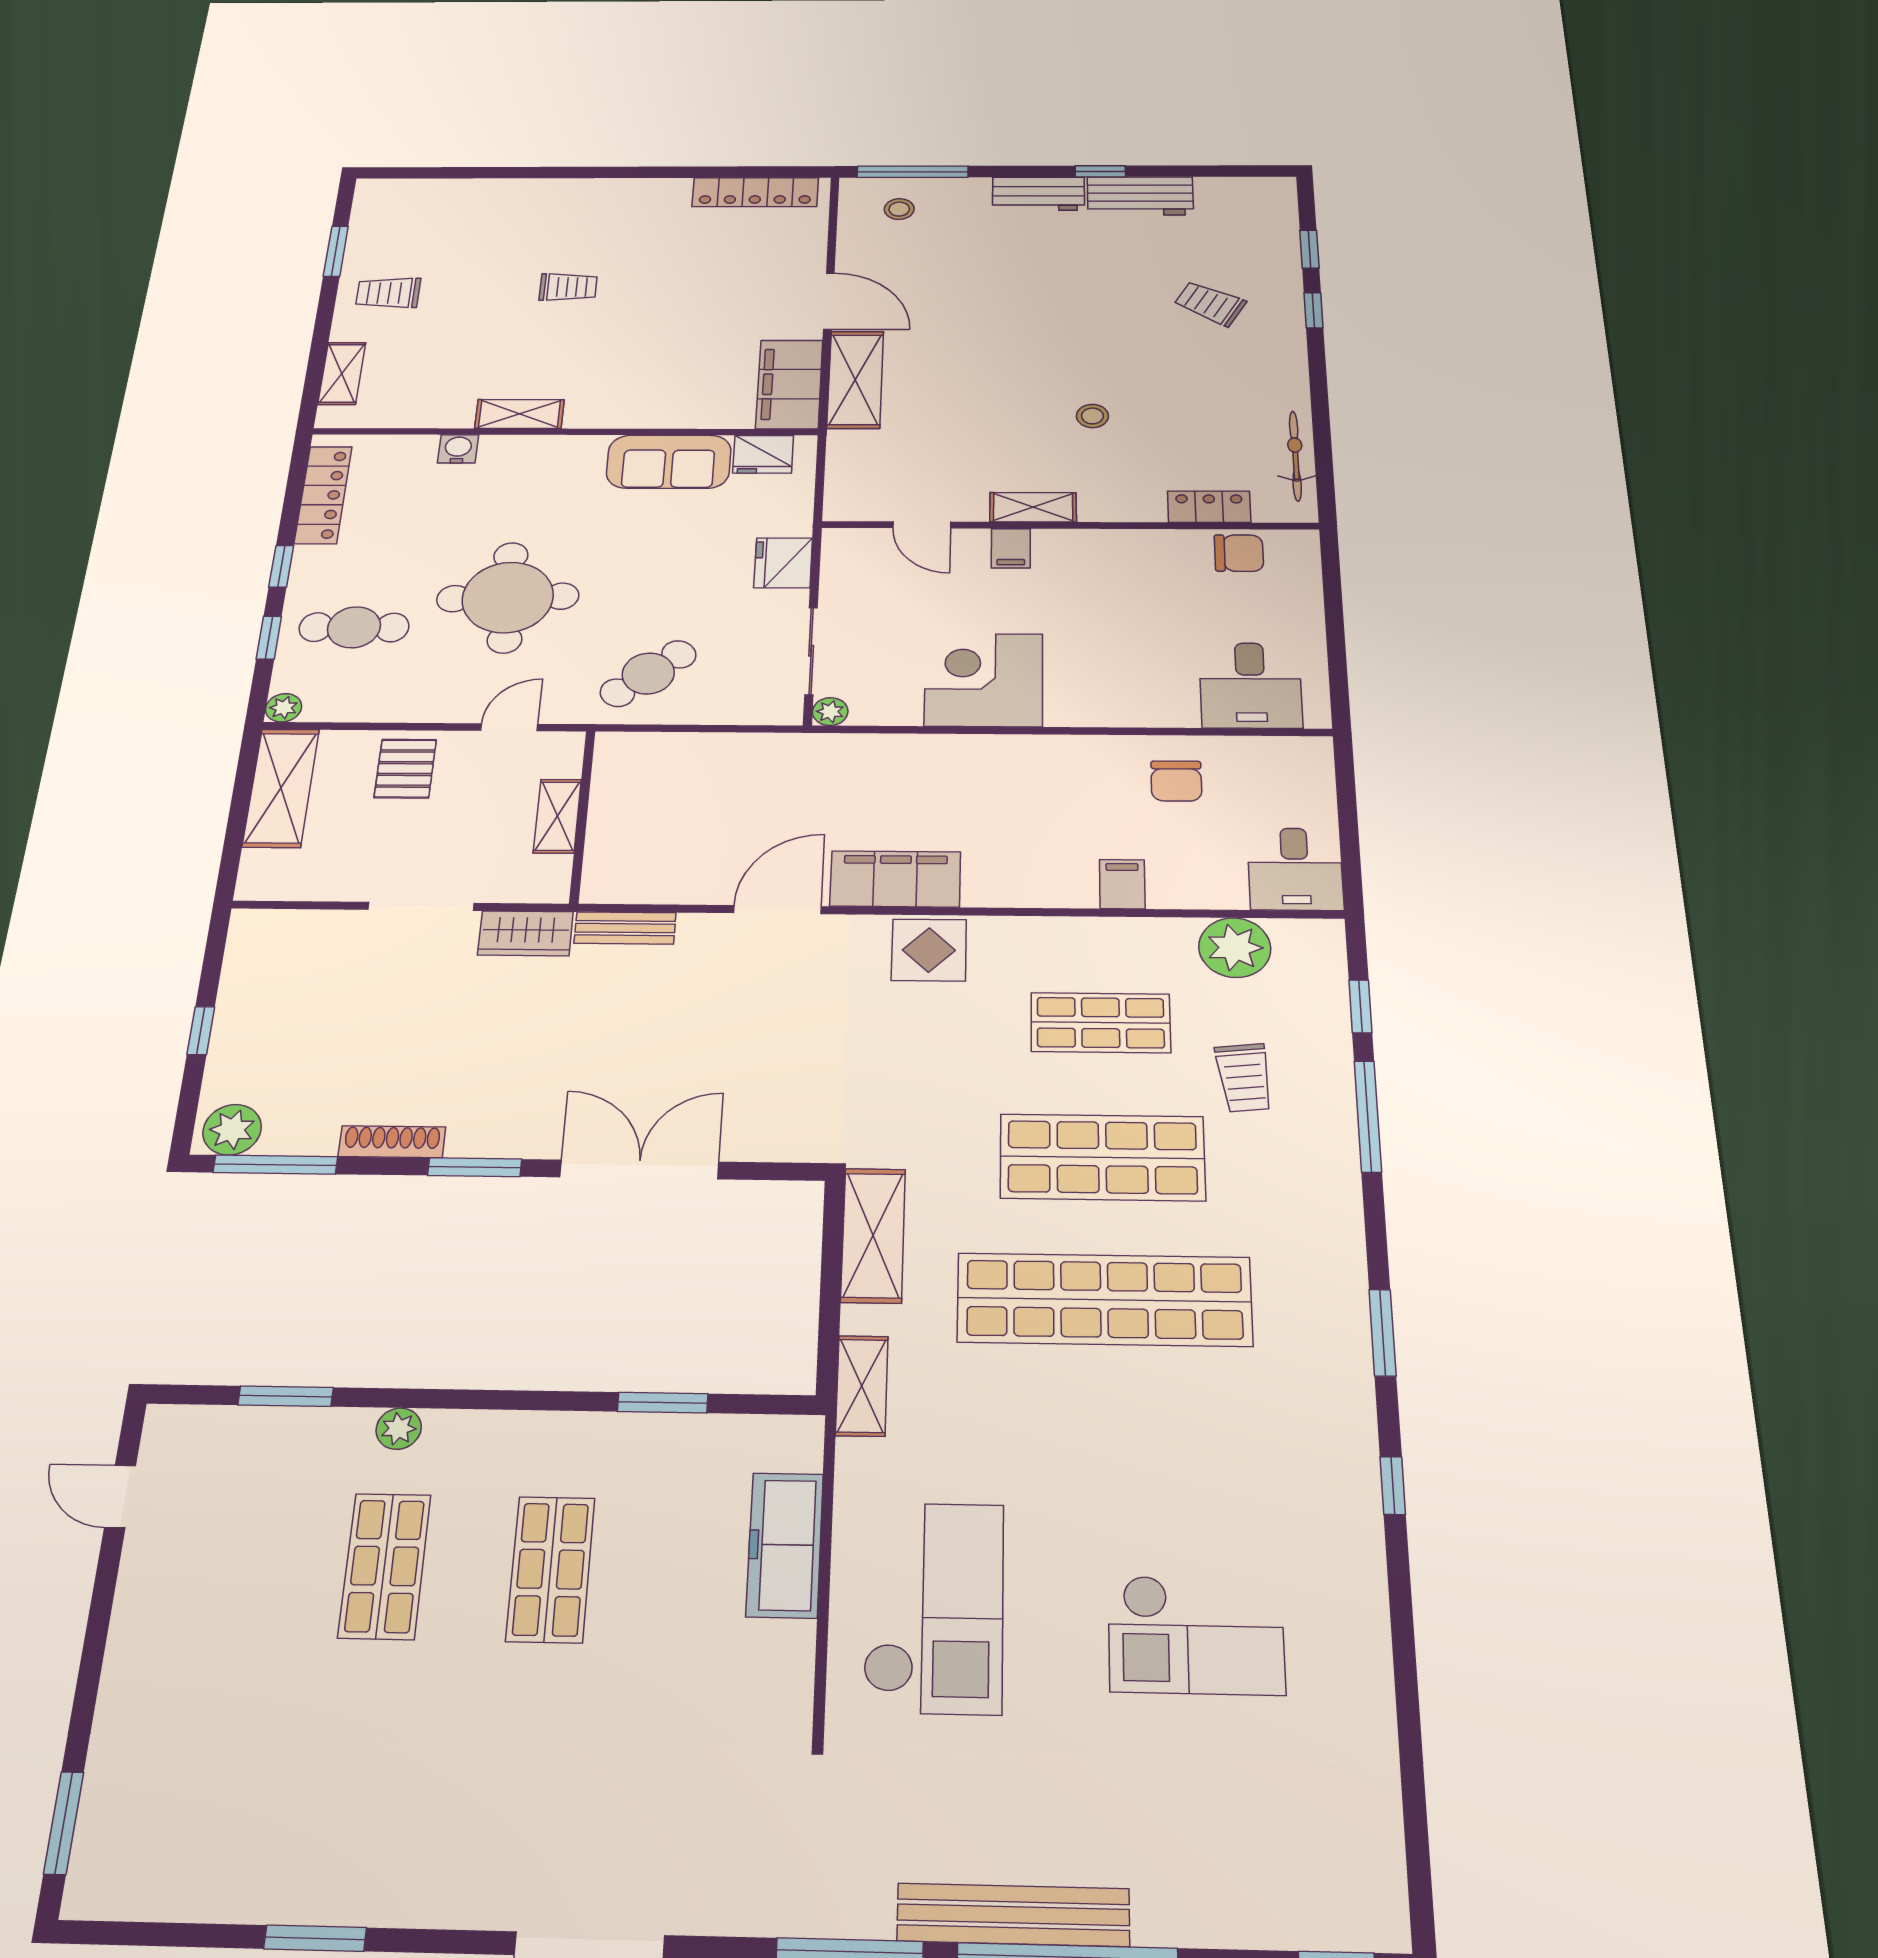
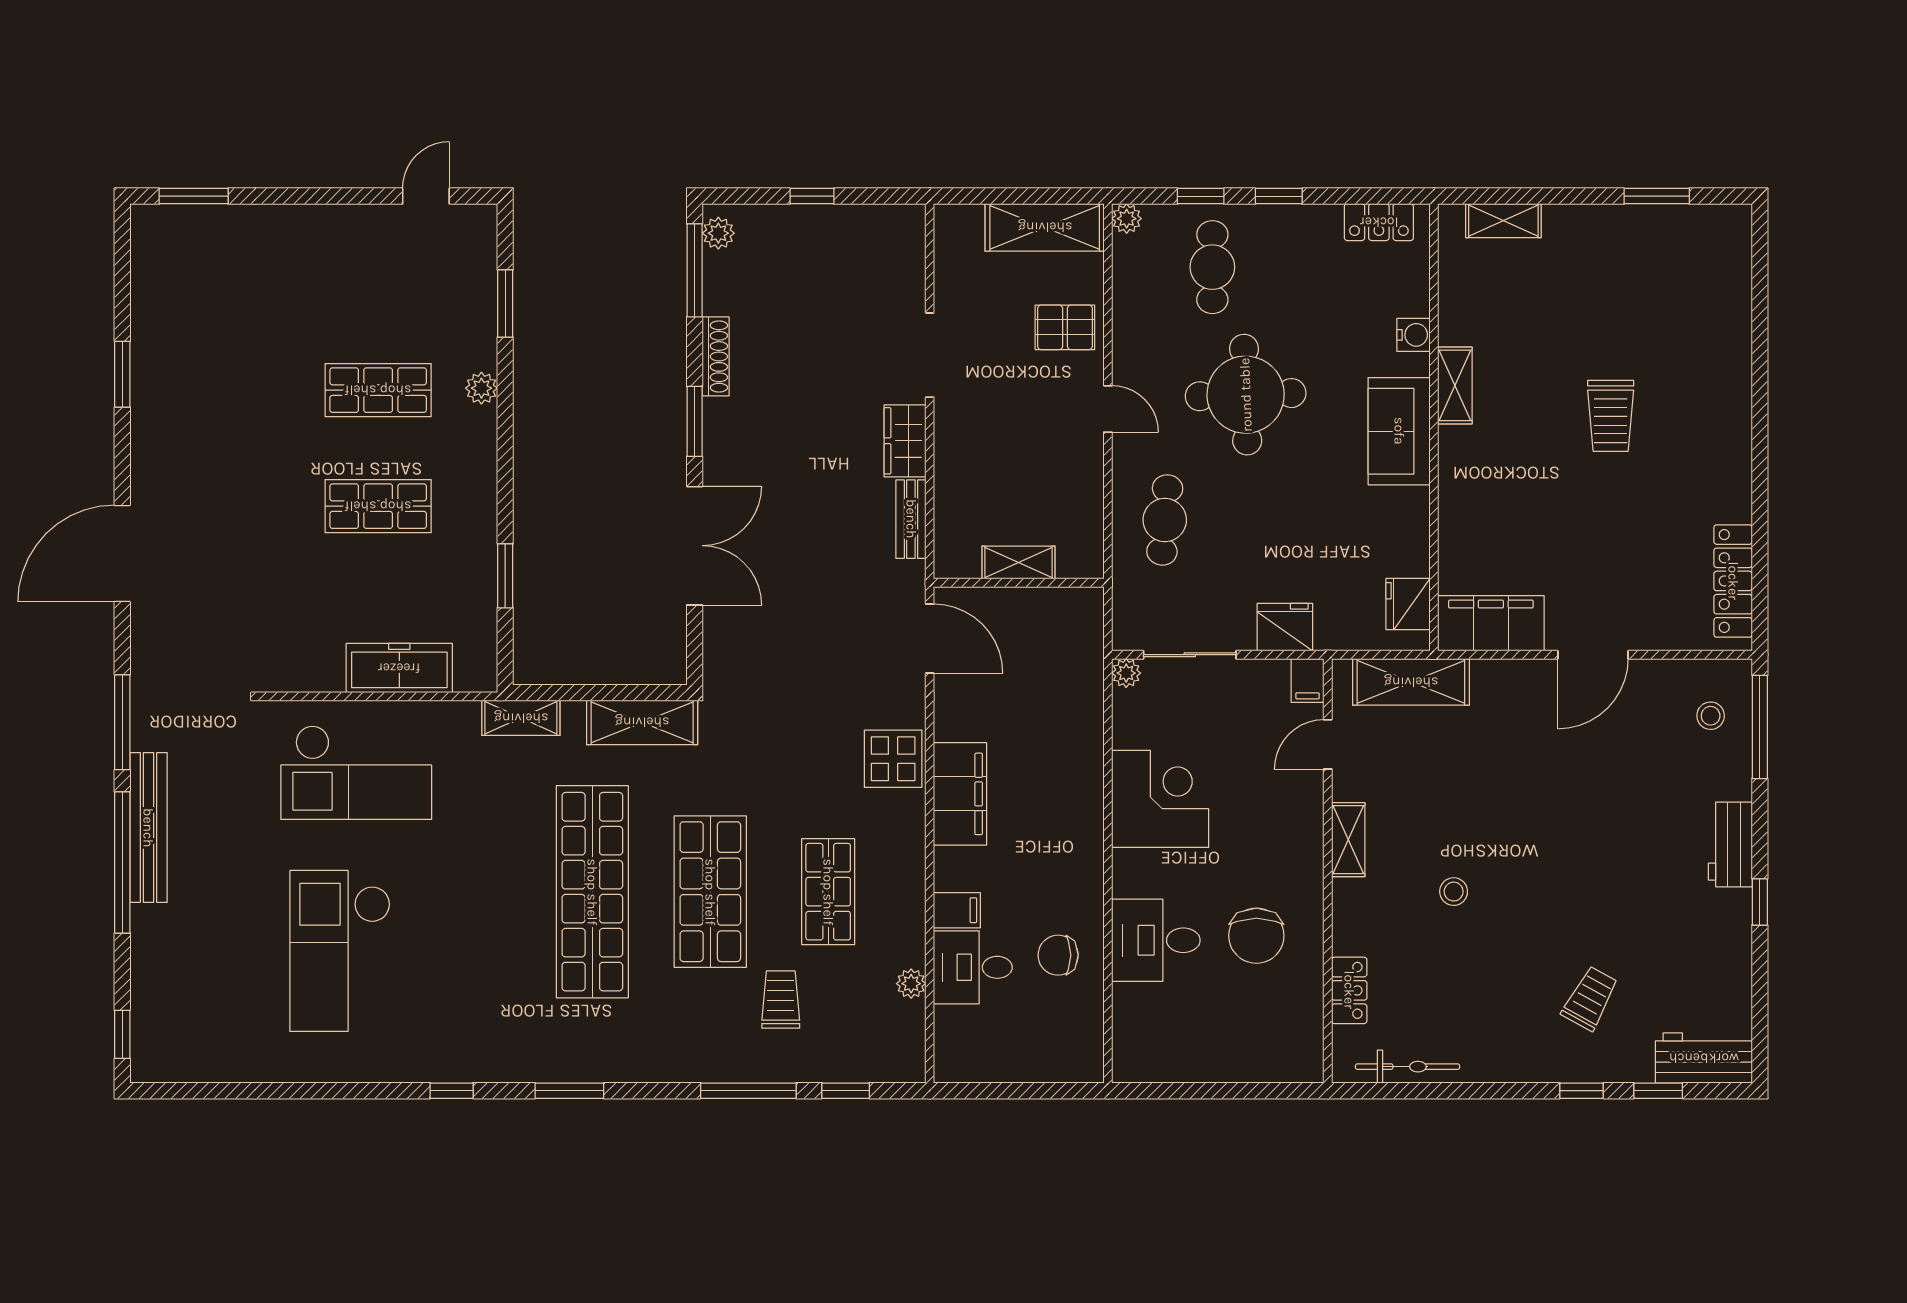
workbench: (1140, 196) -> (1704, 1058), moved, turned 90
trolley: (568, 287) -> (1611, 416), width x1.36, depth x1.39
trolley: (388, 293) -> (1603, 251), removed
shelving: (855, 380) -> (1411, 682), moved
sofa: (669, 462) -> (1399, 431), moved
locker: (323, 495) -> (1379, 222), width x0.66
filing cabinet: (1011, 548) -> (1307, 680), moved, turned -90
chair: (1239, 553) -> (1256, 936), moved, width x1.37, depth x1.37
cafe table: (648, 673) -> (1165, 520), turned 45
desk: (1251, 685) -> (1156, 940), moved
shelving: (557, 816) -> (1018, 563), moved
wall: (582, 816) -> (1019, 583), moved
desk: (1295, 869) -> (973, 967), moved
filing cabinet: (895, 879) -> (960, 794), moved
plant: (1235, 948) -> (911, 984), width x0.53, depth x0.53
trolley: (1244, 1078) -> (781, 1000), turned 96
plant: (232, 1130) -> (718, 233), width x0.73, depth x0.73
checkout: (1196, 1635) -> (340, 951), width x1.36, depth x1.21

